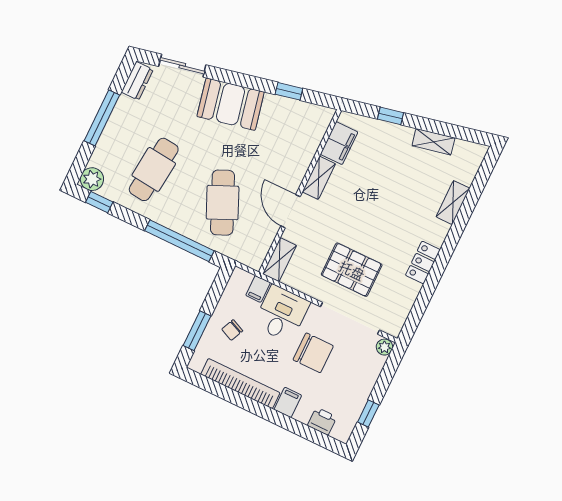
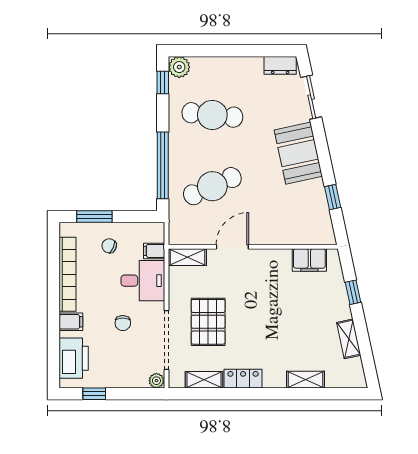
window: (102, 118) -> (235, 51), removed
shelving: (319, 178) -> (204, 380), moved
chair: (313, 353) -> (123, 323), width x0.54, depth x0.54
printer: (322, 421) -> (74, 358), width x1.87, depth x1.48

